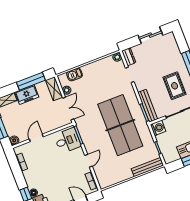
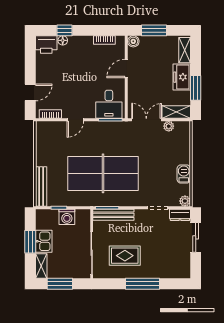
sliding door: (150, 35) -> (196, 237), moved
barbecue: (75, 74) -> (184, 174), moved
window: (31, 81) -> (196, 88), width x0.69
double door: (68, 108) -> (146, 120), swing flipped
washing machine: (158, 128) -> (67, 217), moved
door: (36, 138) -> (126, 68), swing flipped
door: (88, 161) -> (75, 120), hinge flipped

